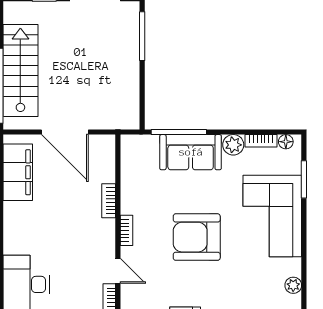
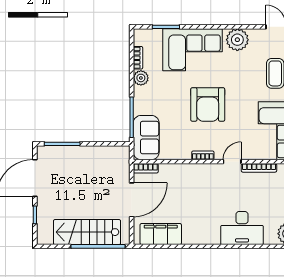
floor lamp: (286, 142) -> (139, 40), removed
sofa: (191, 152) -> (146, 138), moved
bookcase: (109, 201) -> (146, 168), moved
plant: (293, 285) -> (237, 40), width x1.88, depth x1.88

